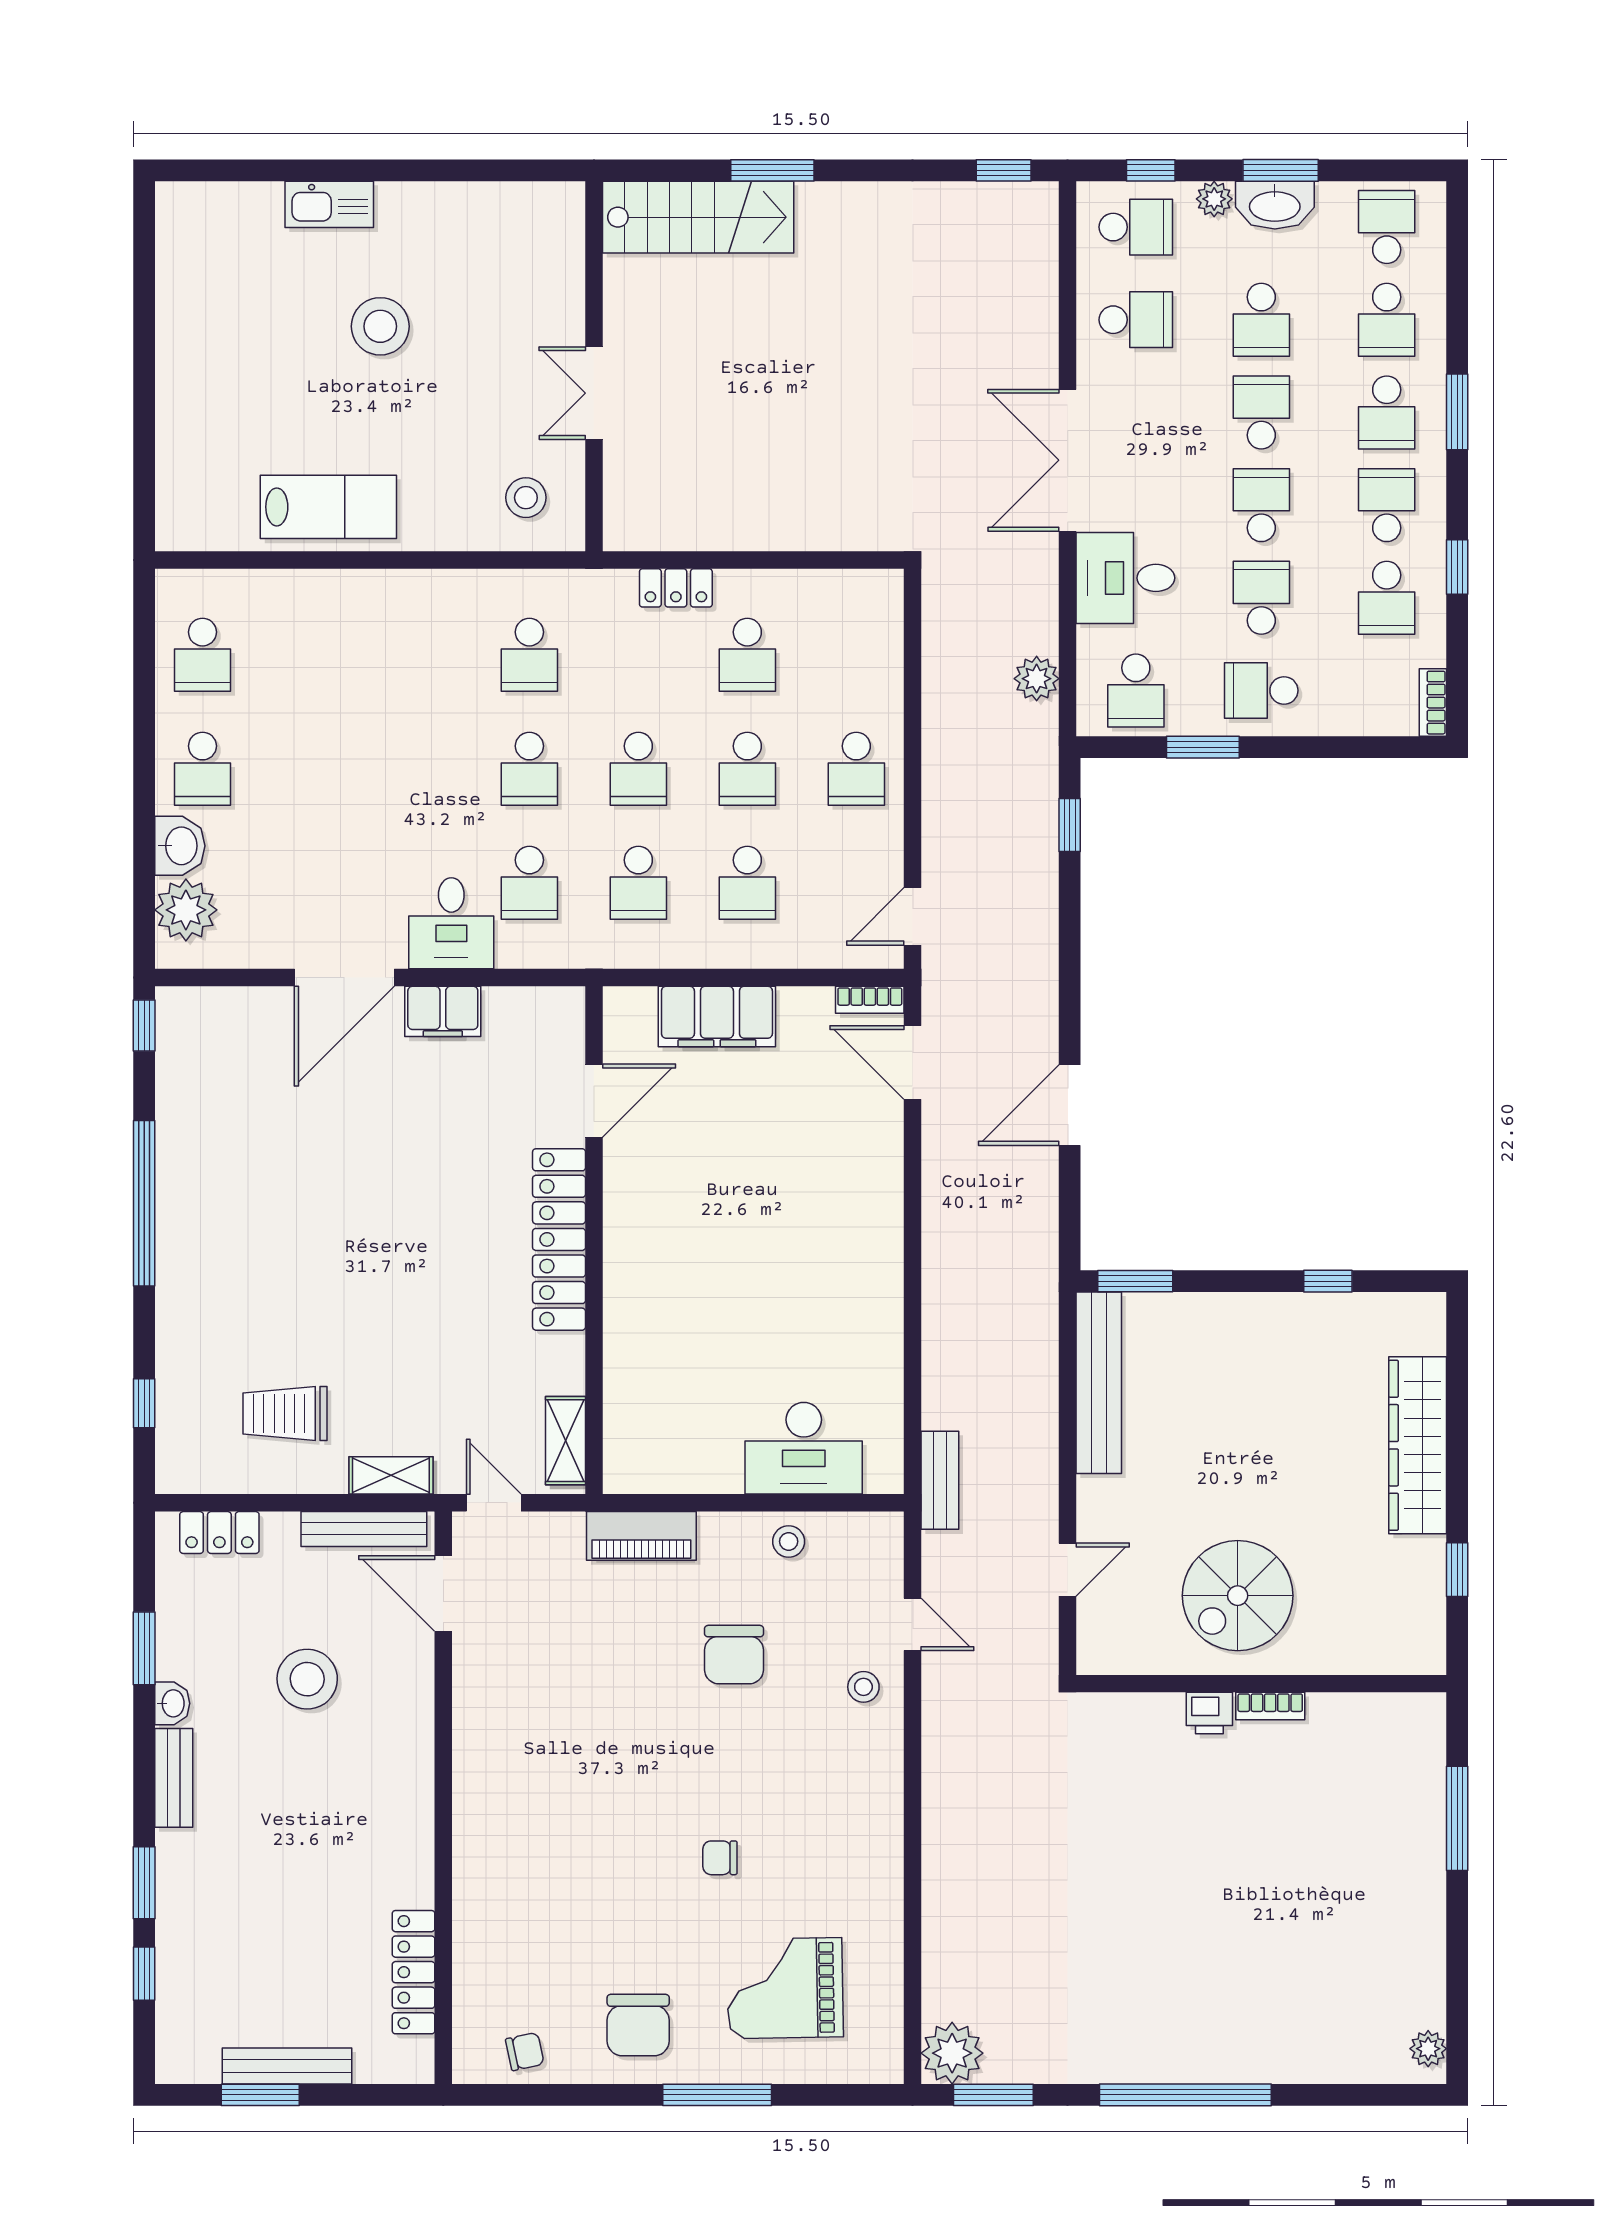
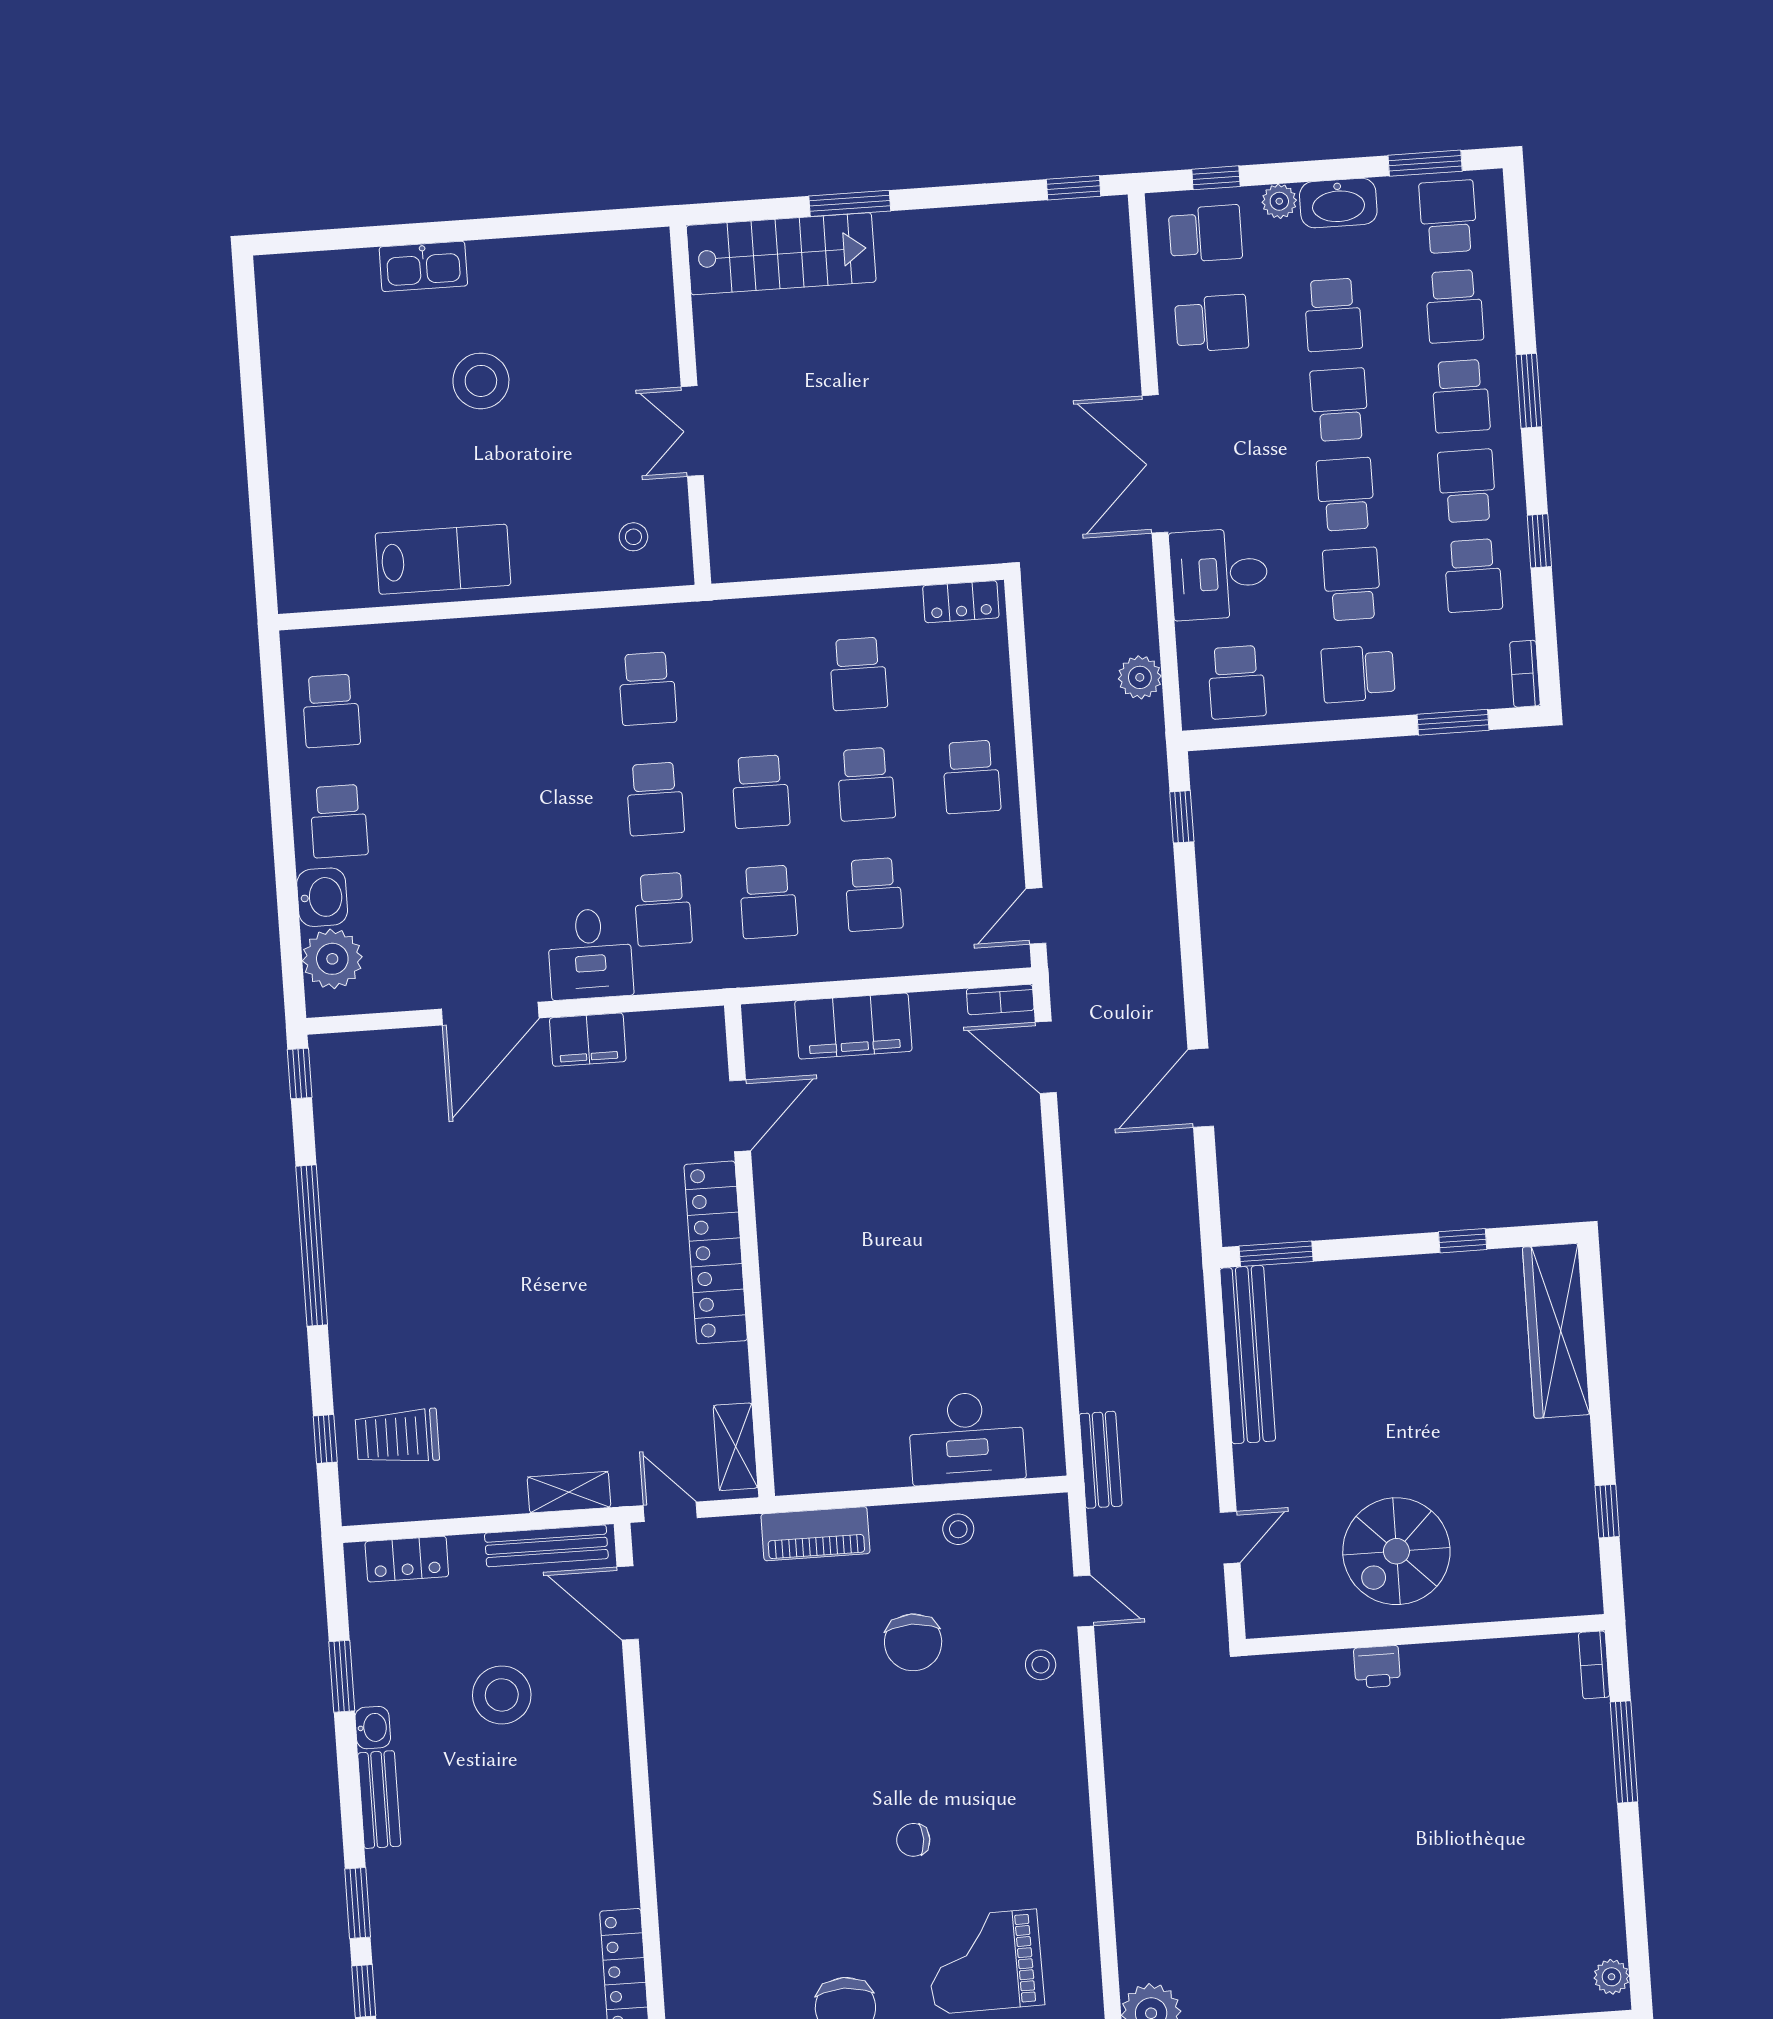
window: (1281, 170) -> (1425, 163), moved
stool: (526, 498) -> (633, 537), width x0.73, depth x0.73
locker: (676, 588) -> (961, 602), moved
window: (1203, 747) -> (1453, 722), moved
trolley: (285, 1413) -> (397, 1437), moved
wardrobe: (1418, 1445) -> (1556, 1331), moved
bookcase: (1270, 1706) -> (1594, 1665), moved, turned 90

